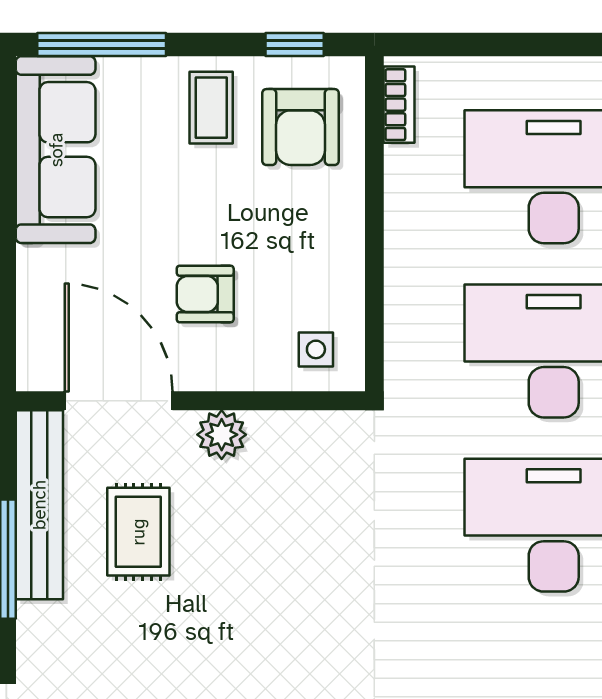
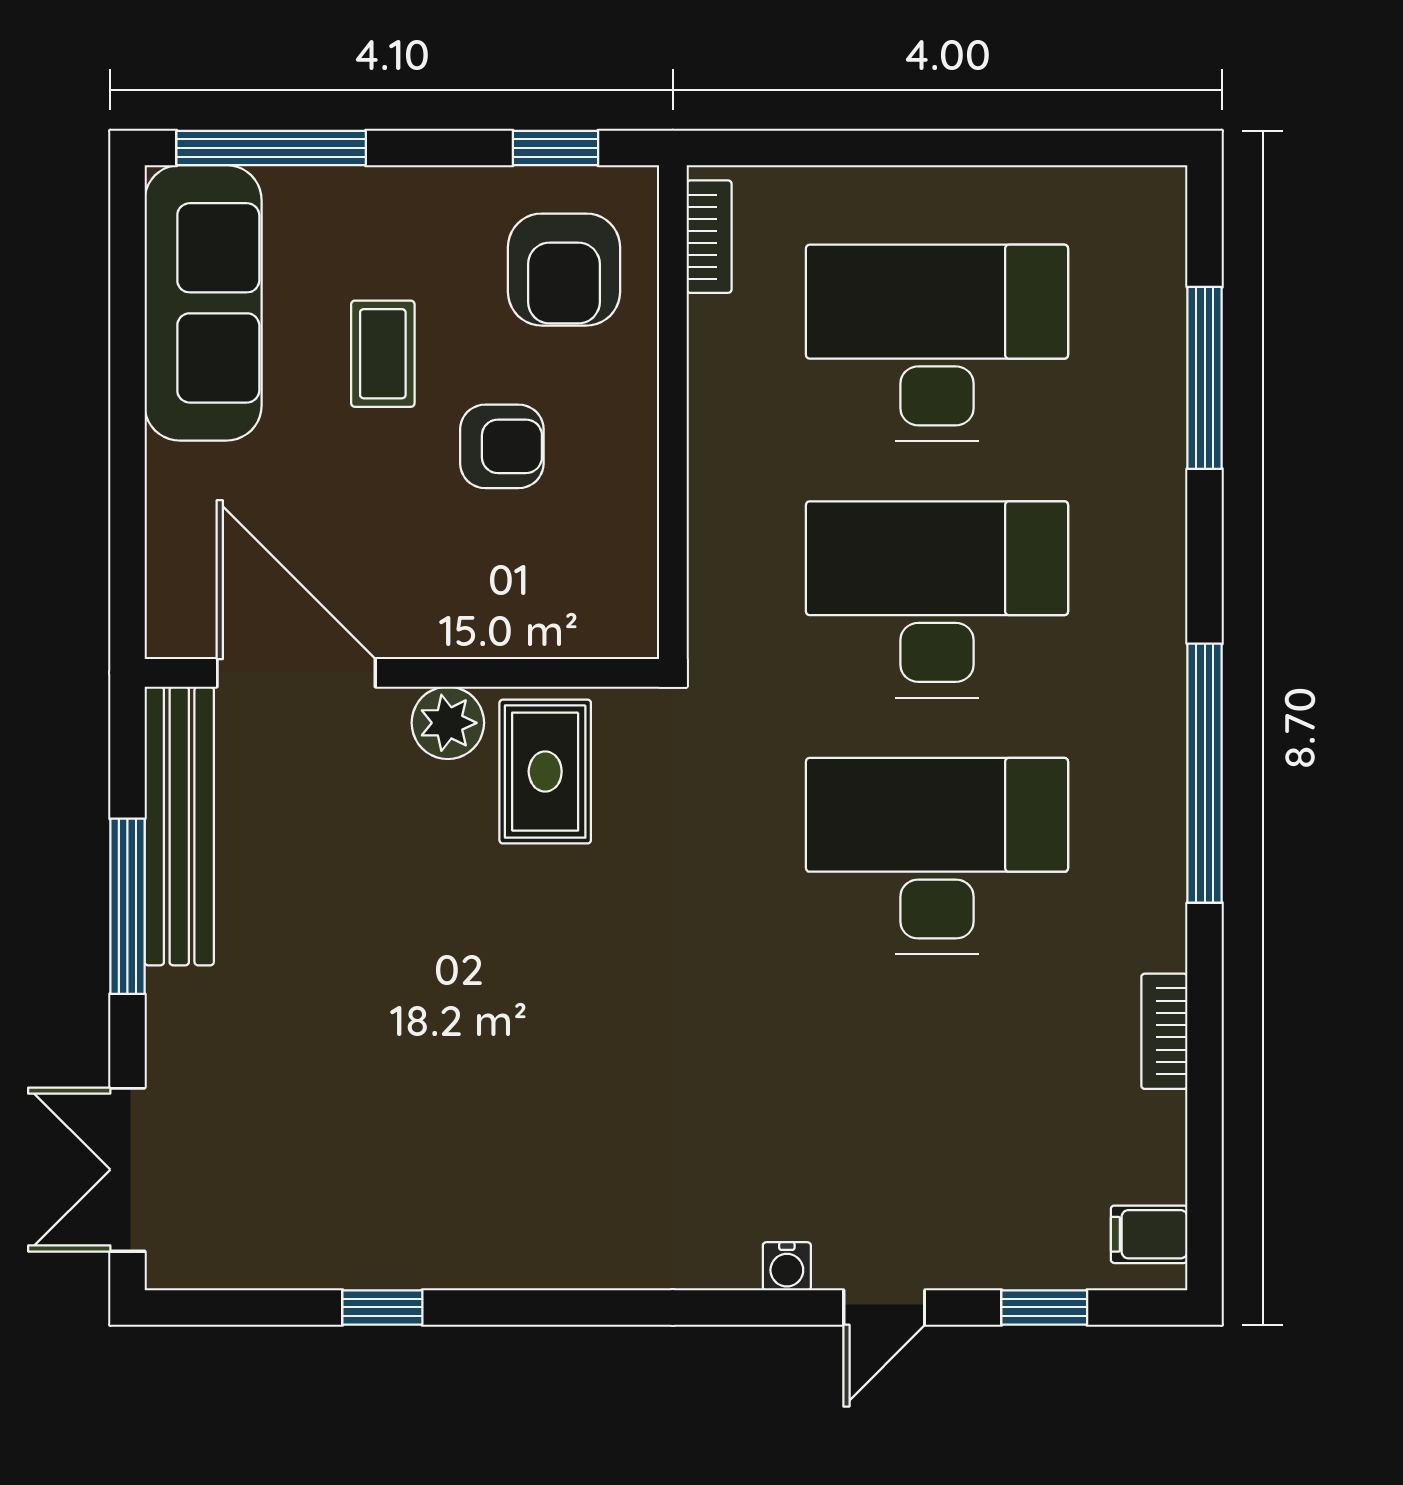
coffee table: (211, 108) -> (383, 354), moved
armchair: (205, 294) -> (502, 446), moved, turned 180
side table: (316, 349) -> (587, 597), removed
rug: (138, 532) -> (545, 772), moved

